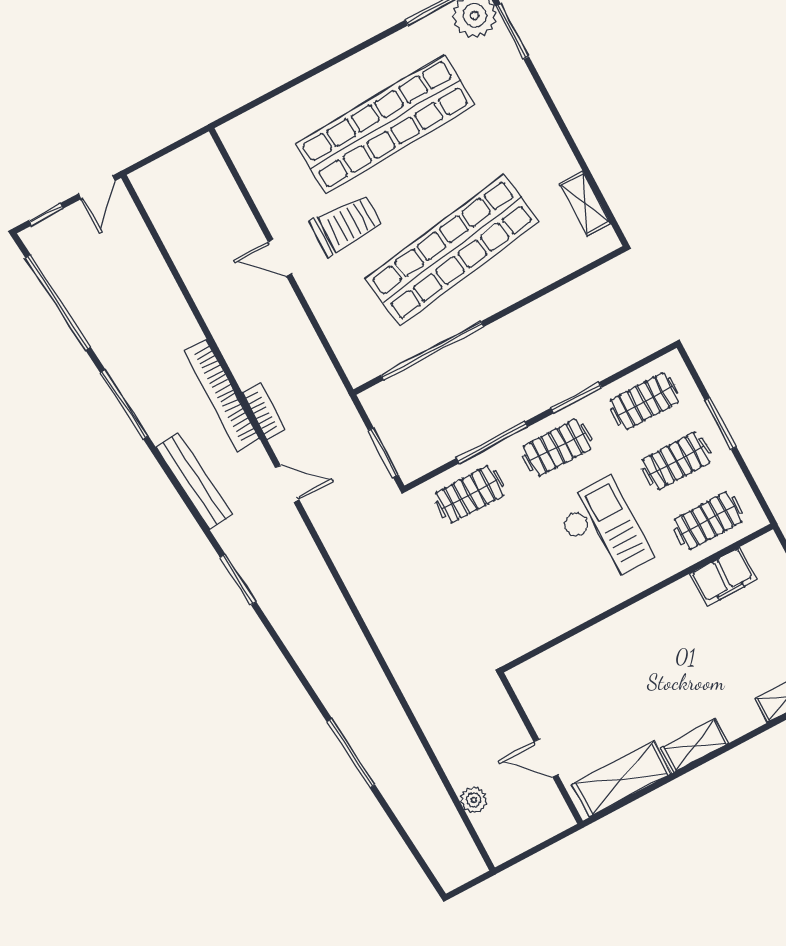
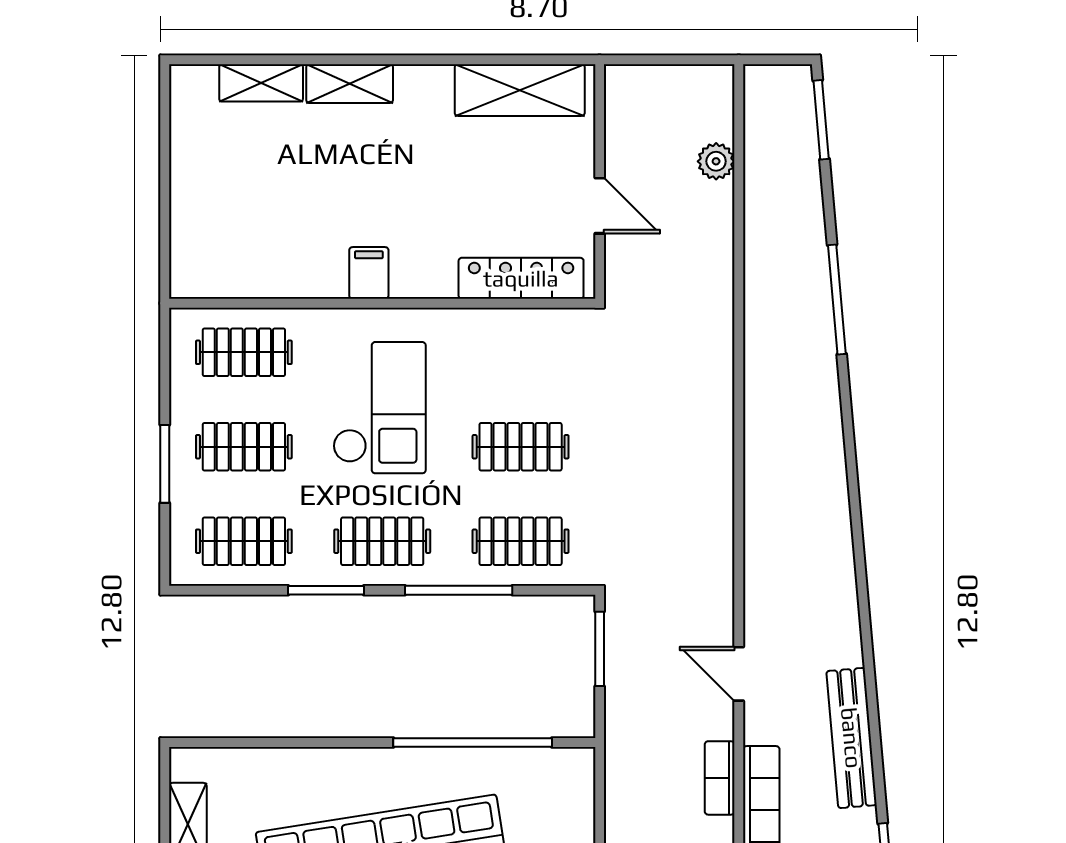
checkout: (604, 531) -> (379, 408), turned 180
clothes rail: (501, 554) -> (521, 447), added
filing cabinet: (723, 577) -> (369, 273), moved, width x0.50
window: (238, 580) -> (821, 120), moved
locker: (558, 661) -> (521, 278), added
shelving: (694, 746) -> (350, 84), moved
door: (546, 758) -> (600, 206), moved

